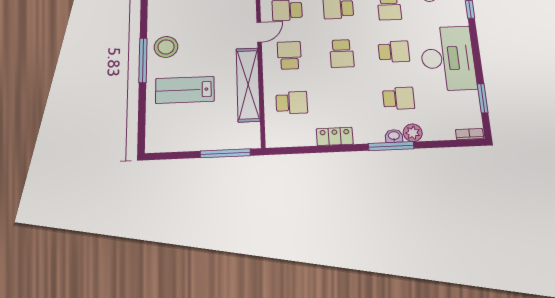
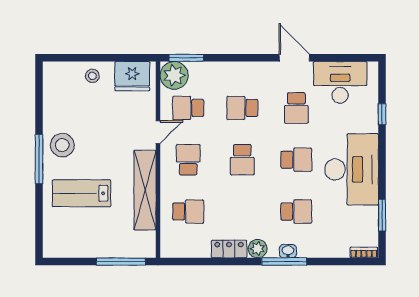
plant: (413, 133) -> (257, 249), moved

